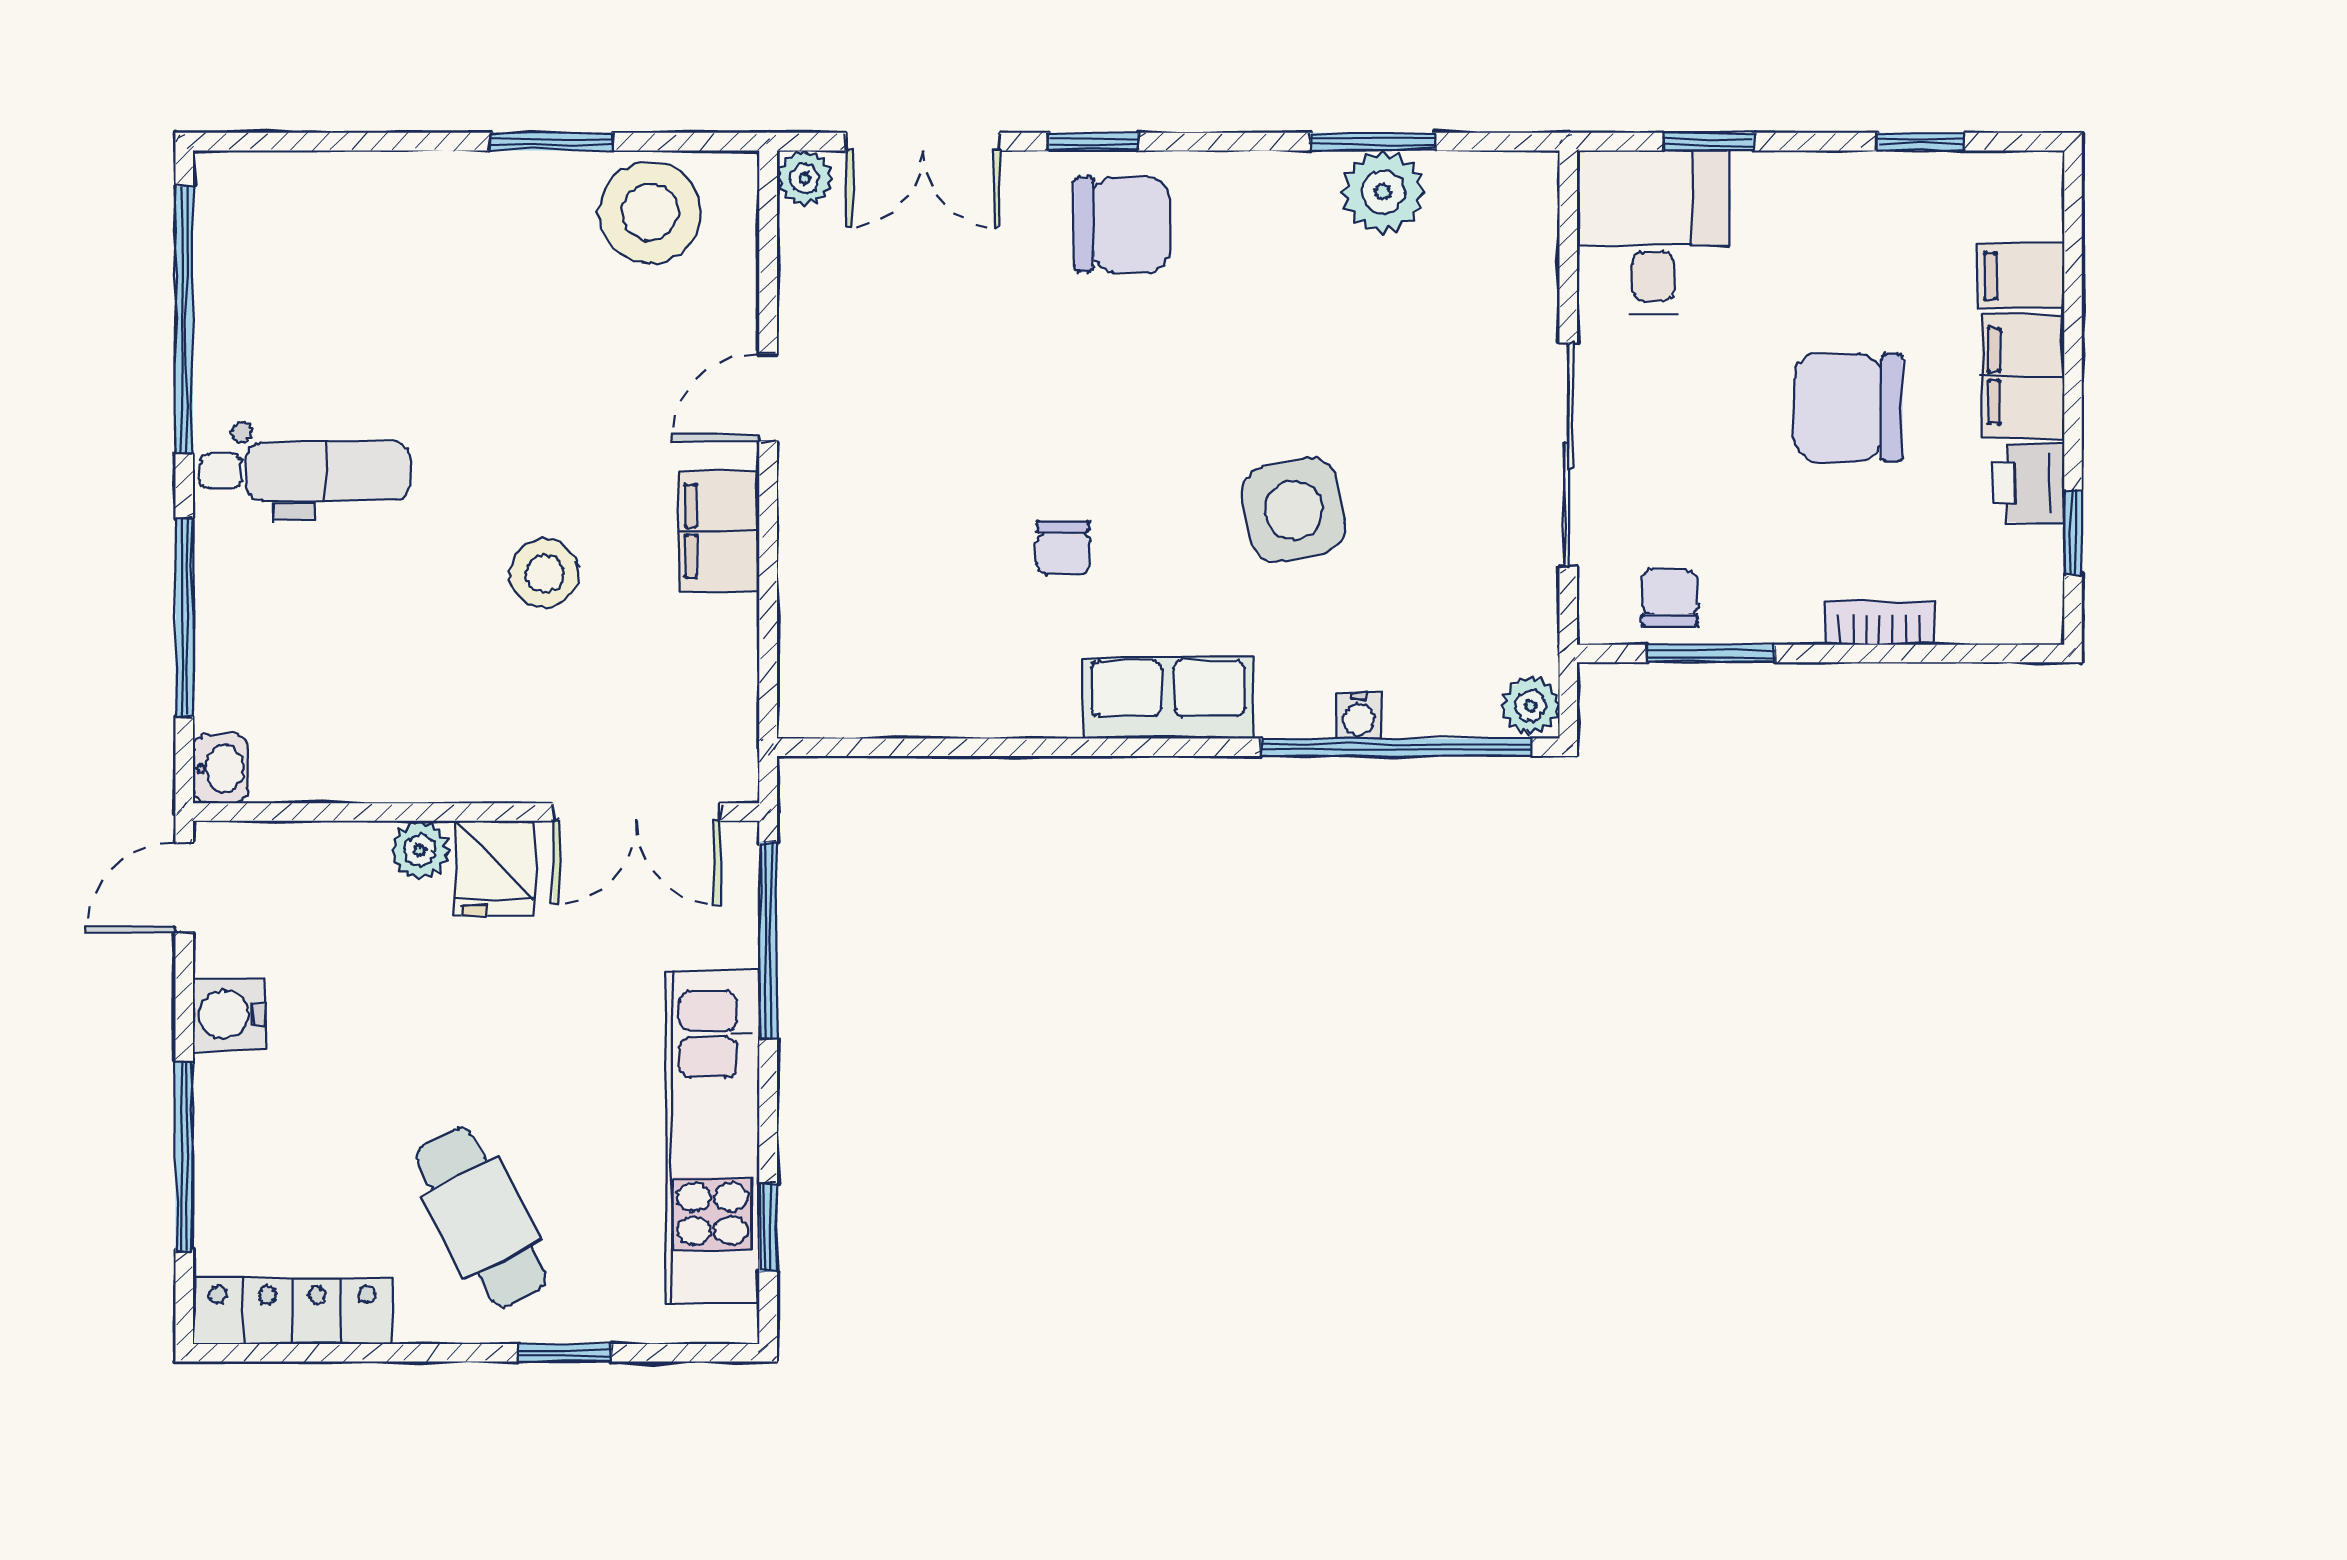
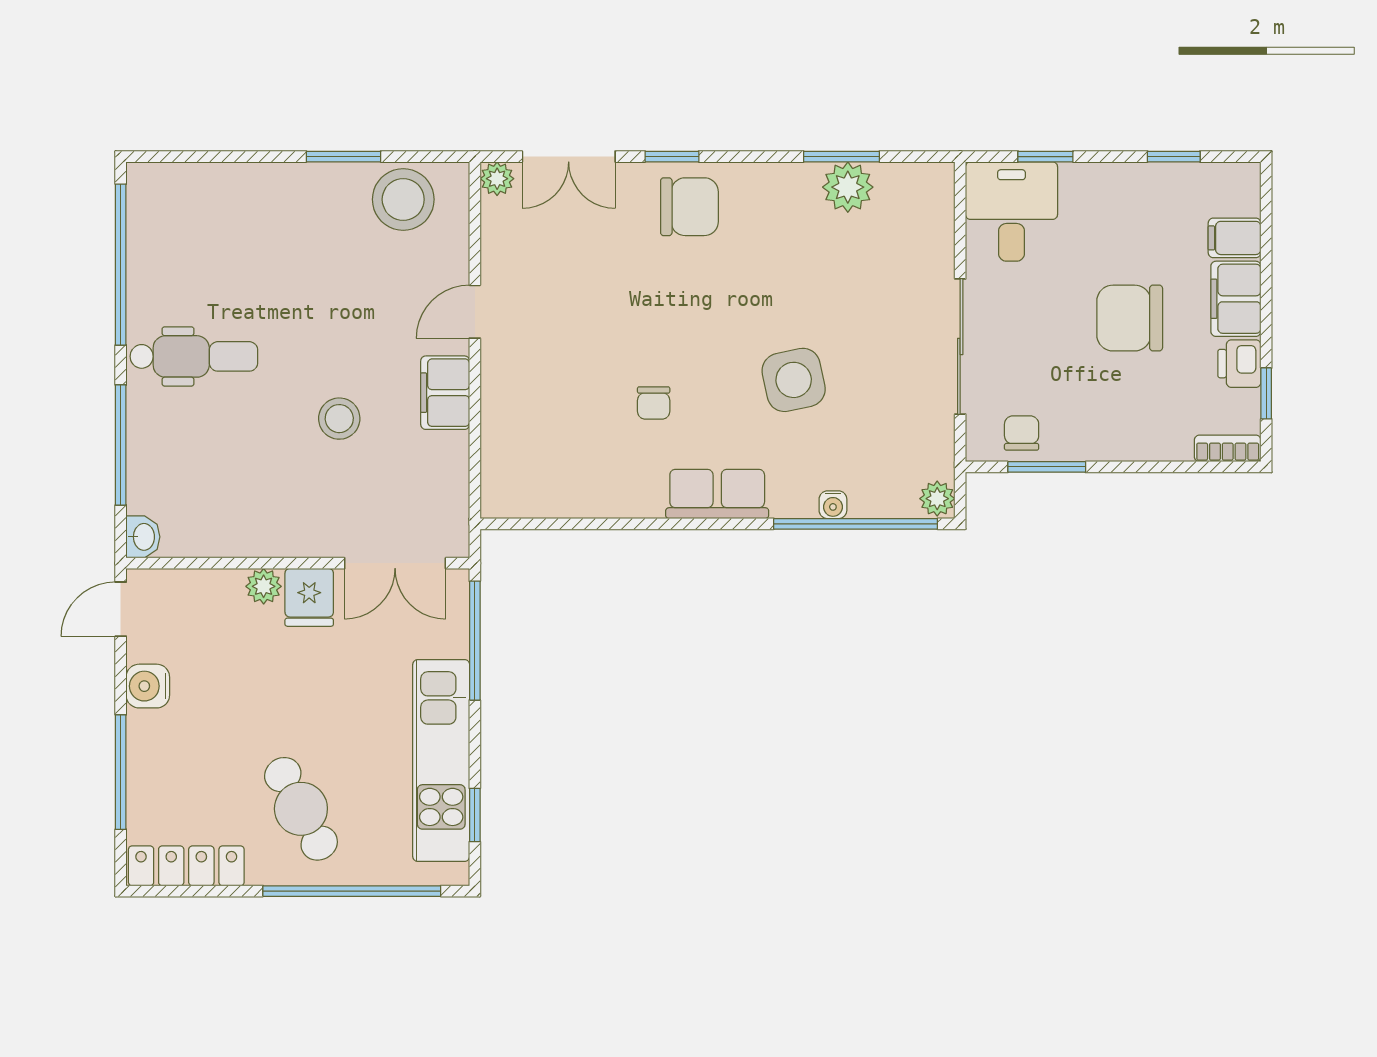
bookcase: (1880, 623) -> (1228, 448), moved
window: (565, 1353) -> (352, 891), width x3.17

